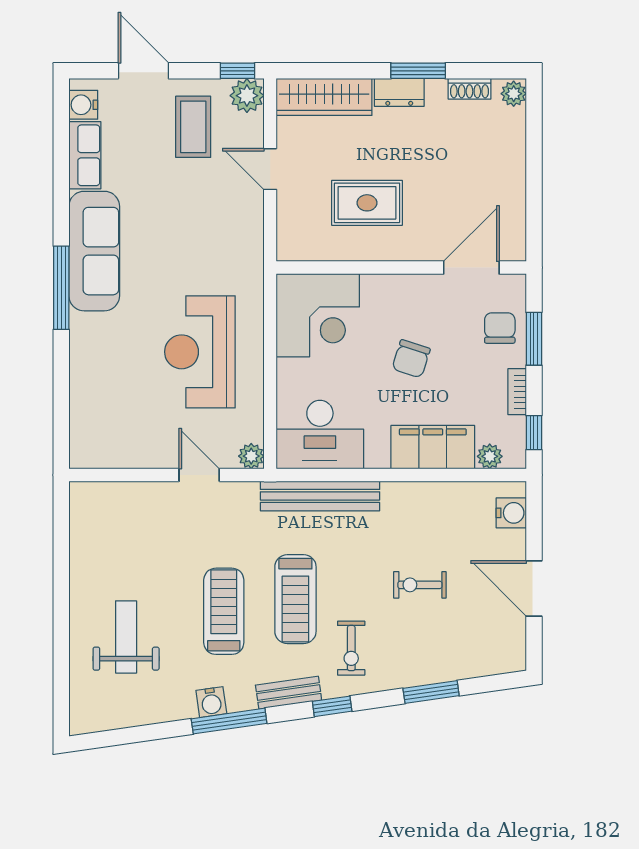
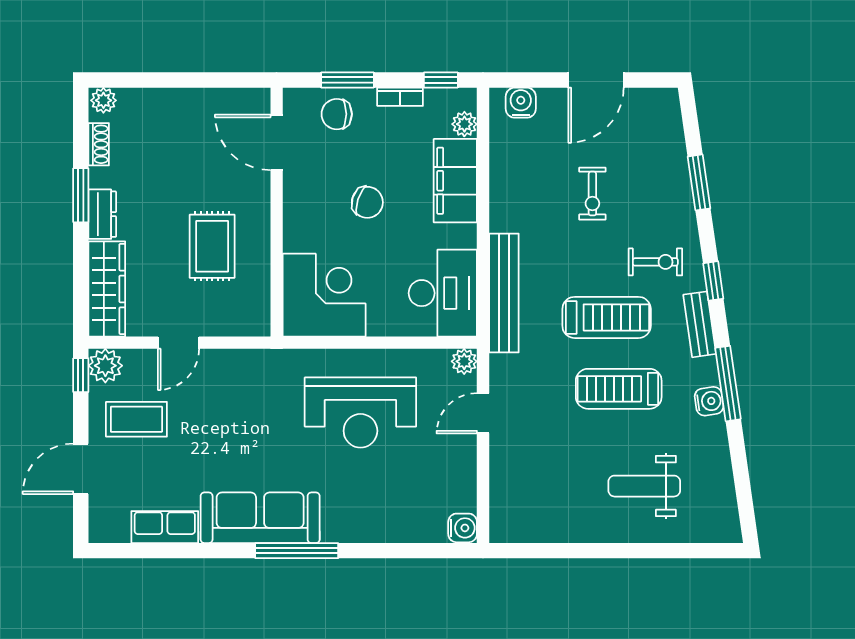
water cooler: (83, 105) -> (463, 528), moved, turned -90

